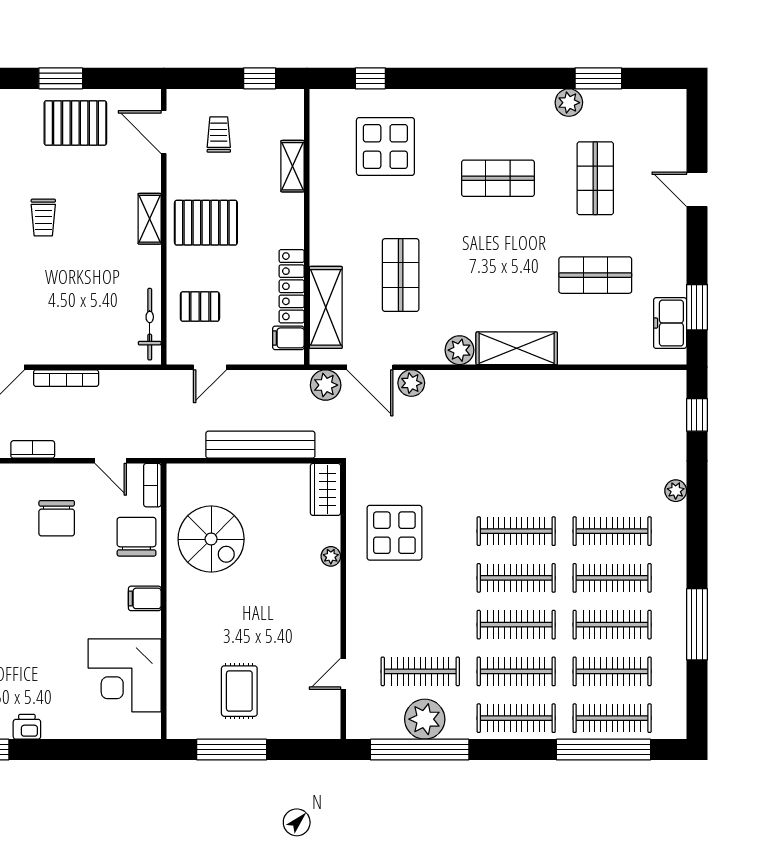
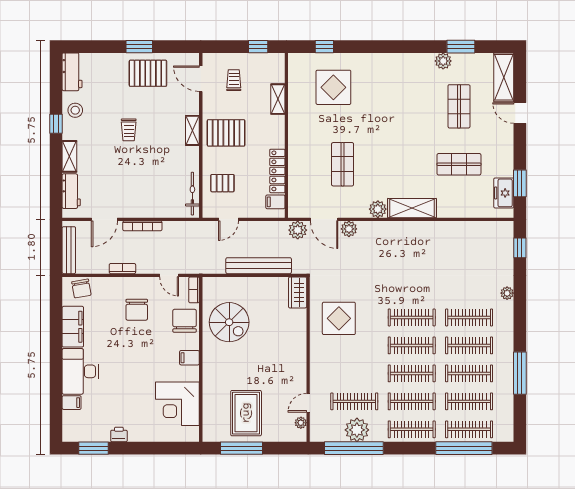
shop shelf: (498, 178) -> (401, 106), removed
shelving: (326, 307) -> (504, 77), moved
plant: (331, 556) -> (301, 423), moved
rug: (239, 691) -> (246, 413), width x1.36, depth x1.43

